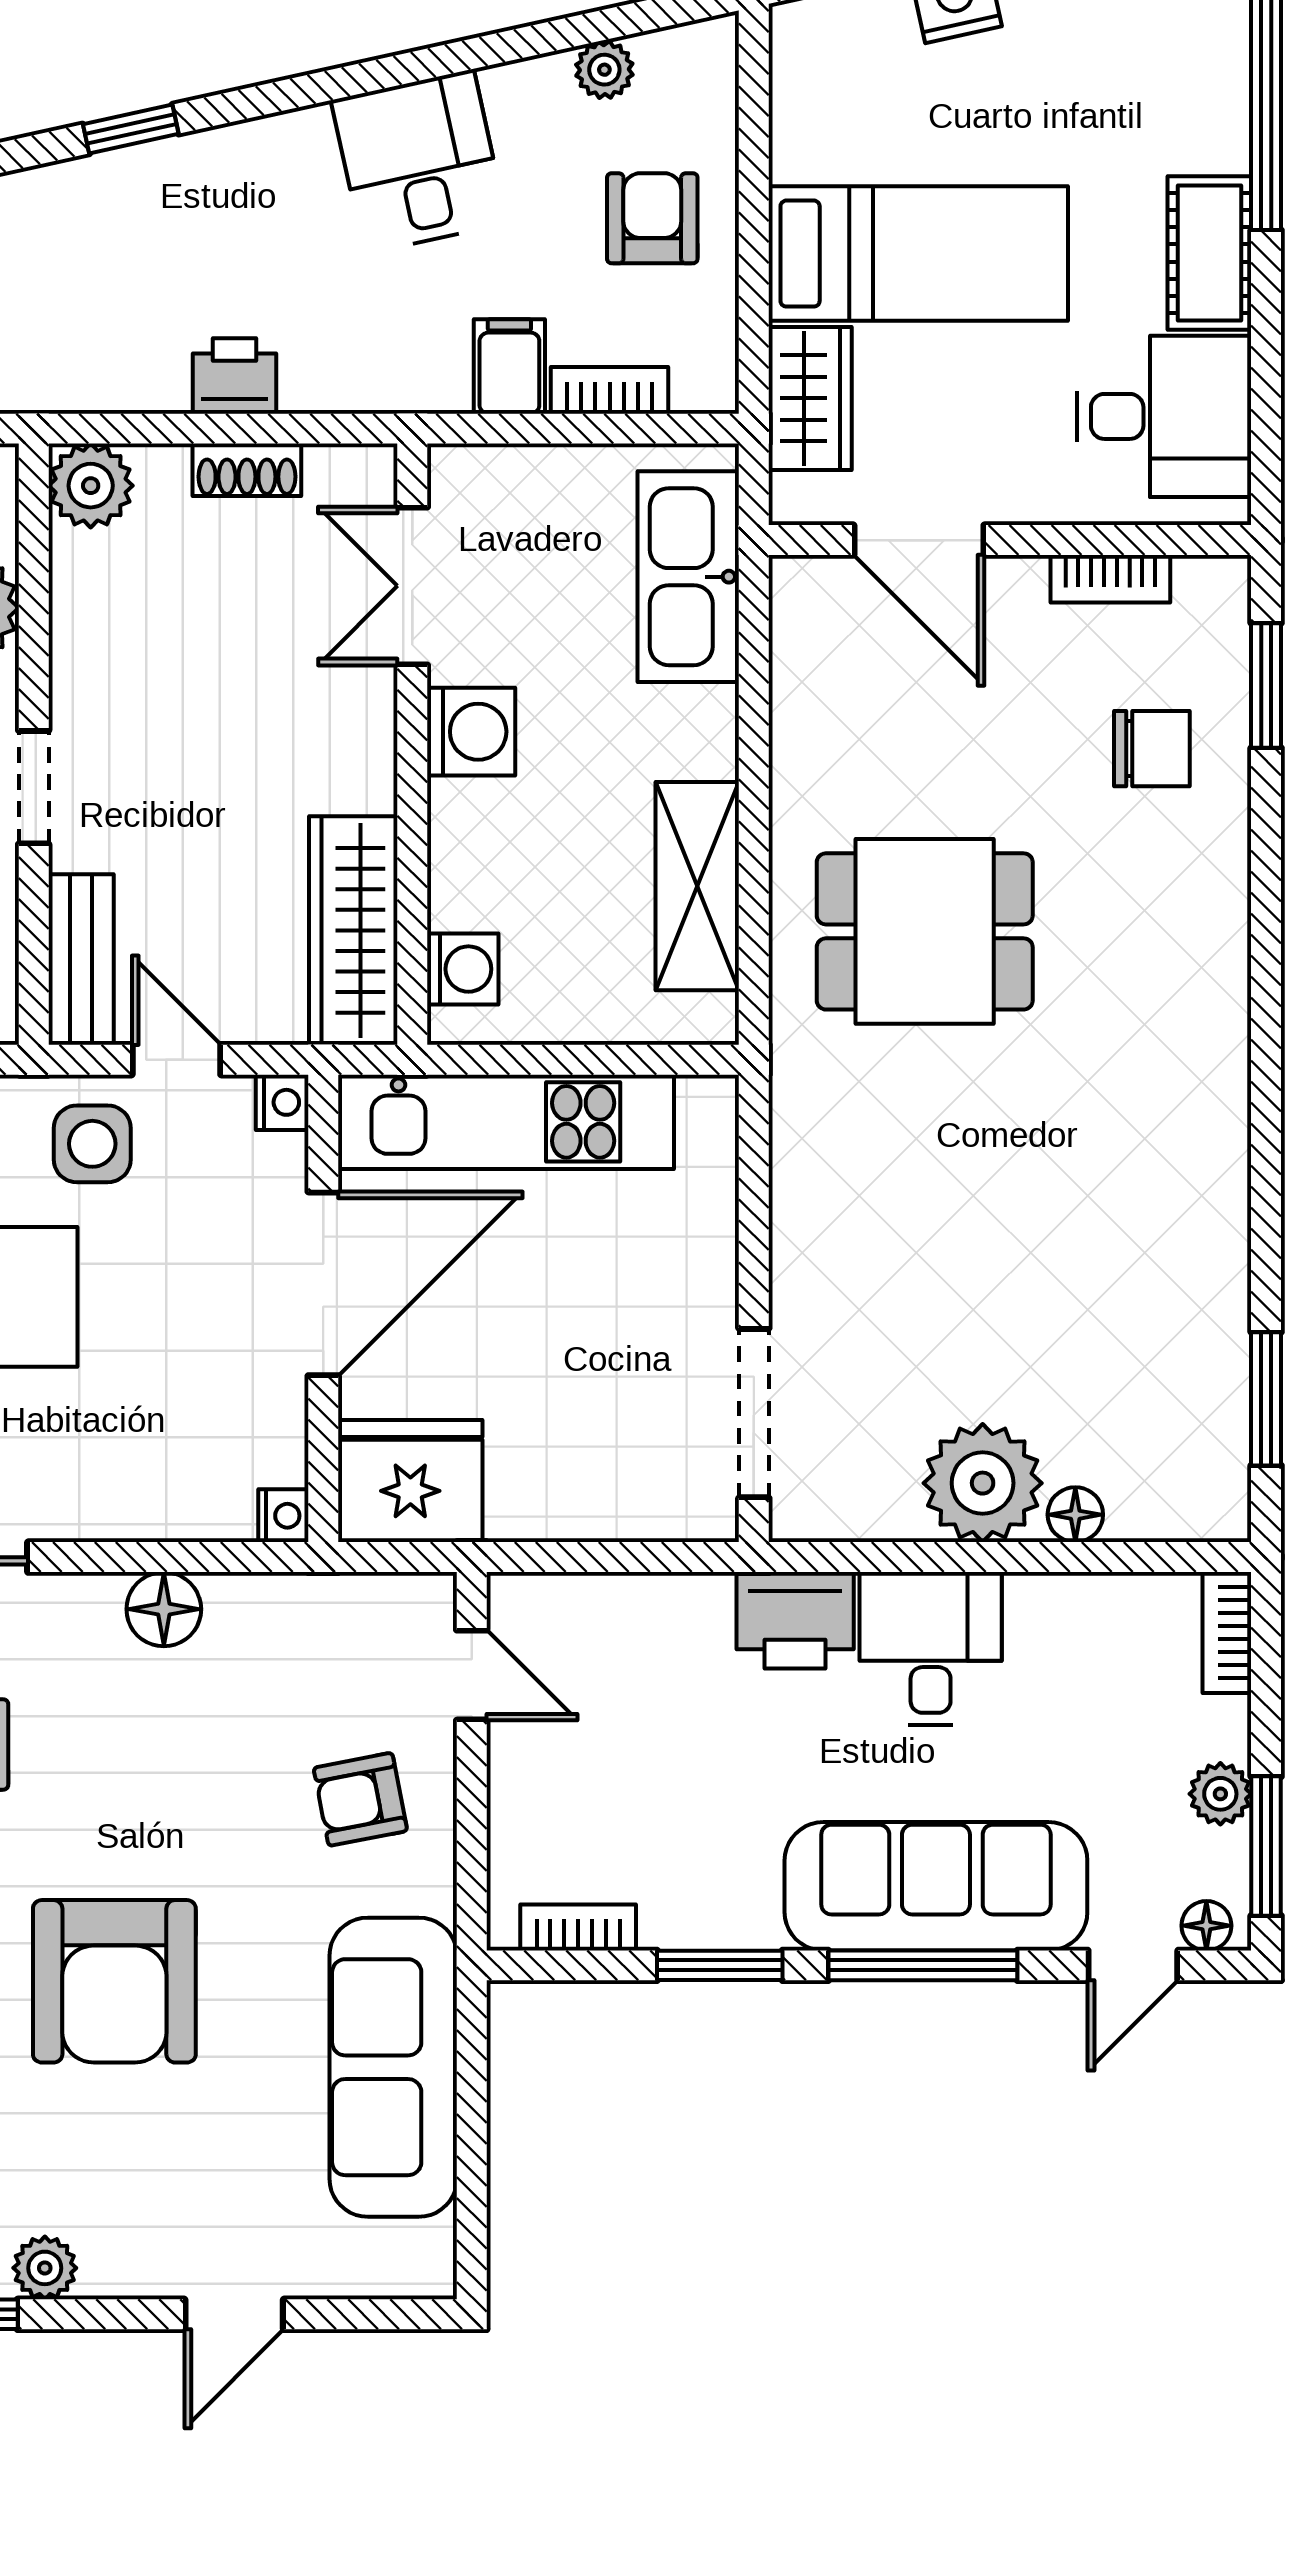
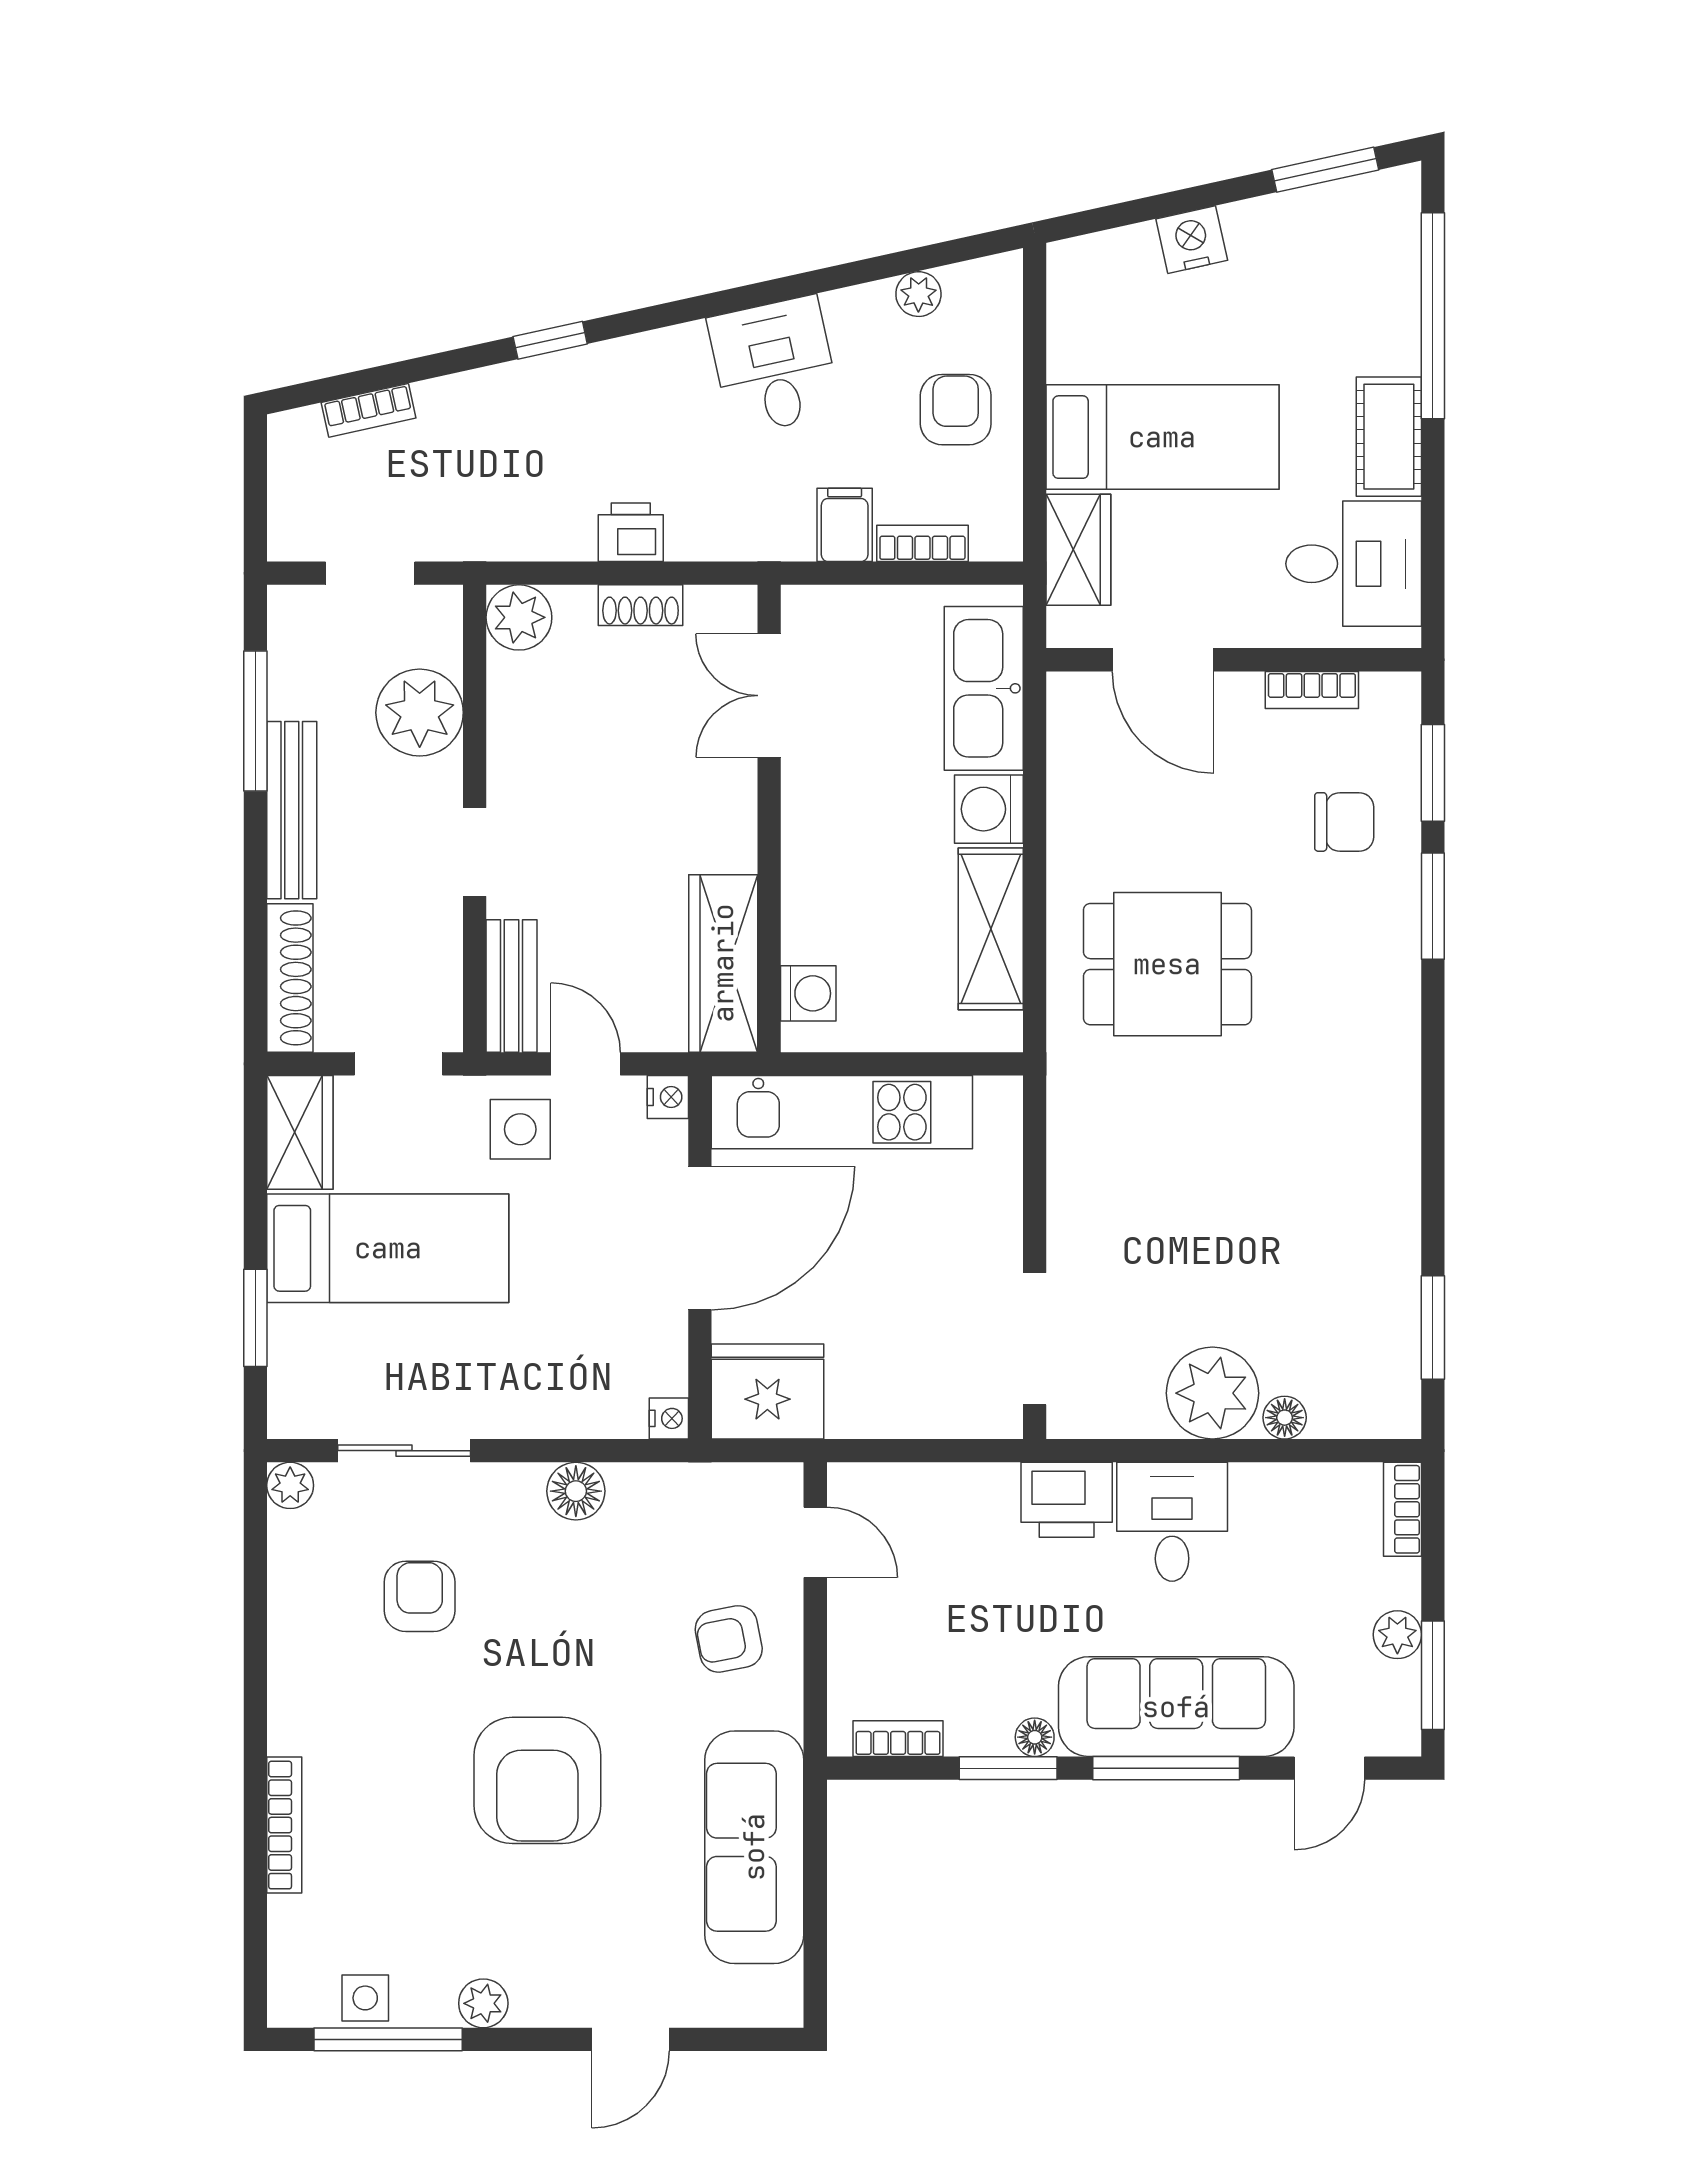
washing machine: (471, 732) -> (989, 809), moved, turned 180
window: (1266, 857) -> (1433, 906), added
floor lamp: (1206, 1926) -> (1035, 1737), moved

